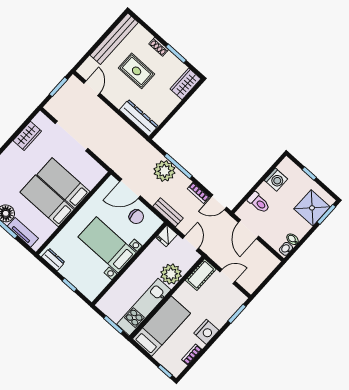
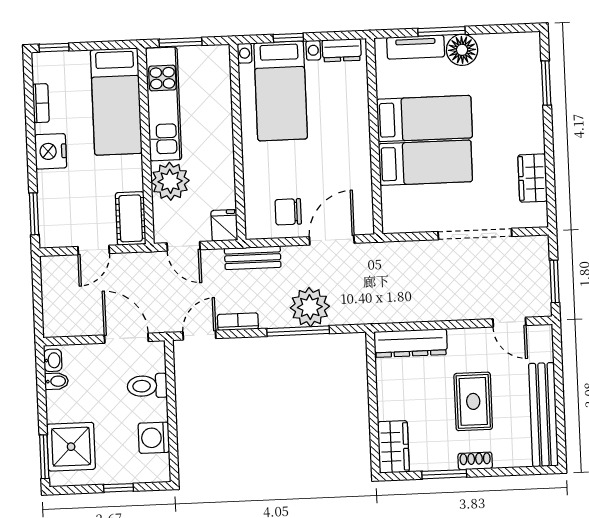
rug: (137, 71) -> (473, 401), turned 90
bed with nightstands: (107, 245) -> (281, 91), moved, turned 90

